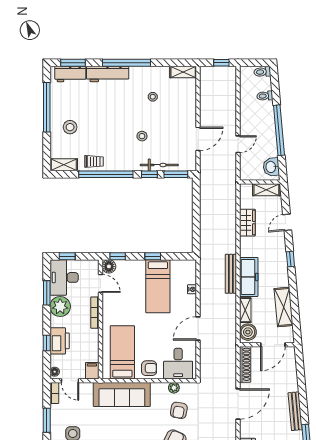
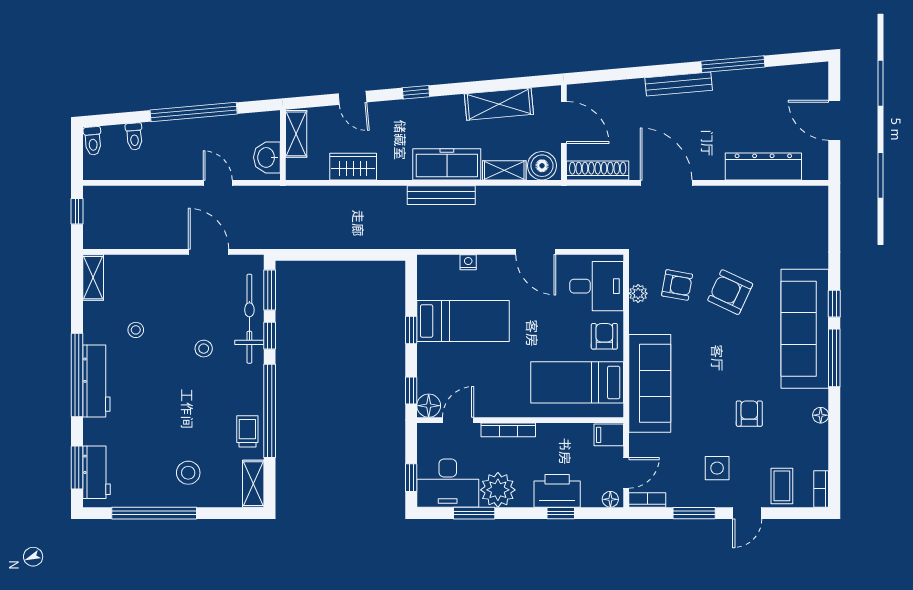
workbench: (108, 74) -> (96, 381), moved
bicycle: (159, 165) -> (249, 319), width x1.37, depth x1.40
washbasin: (271, 167) -> (267, 157), moved, turned 95

